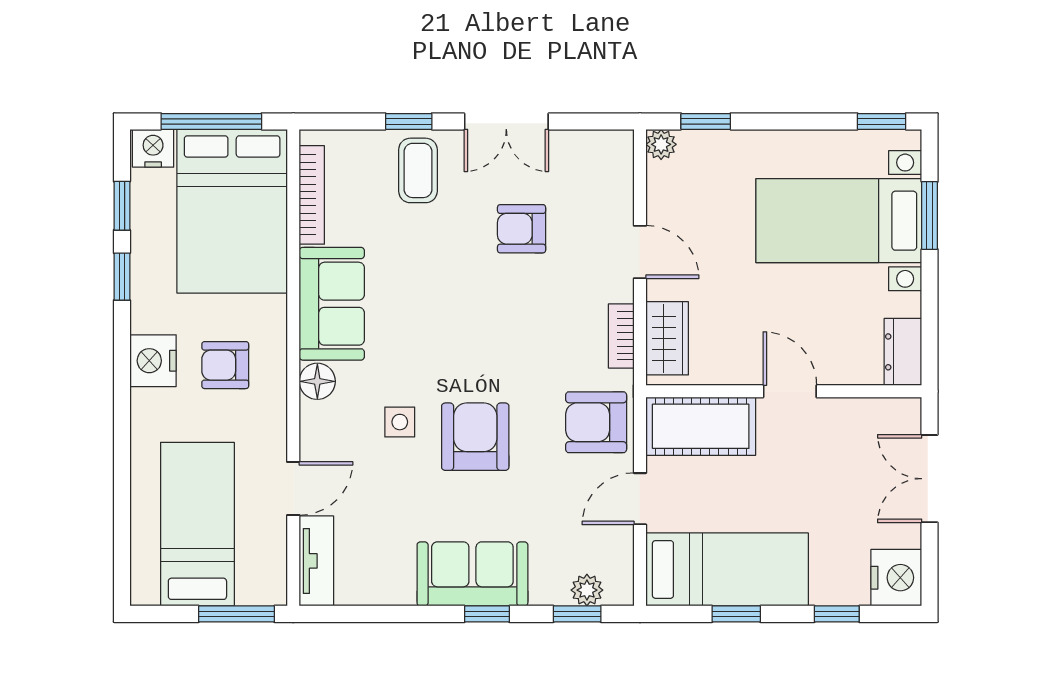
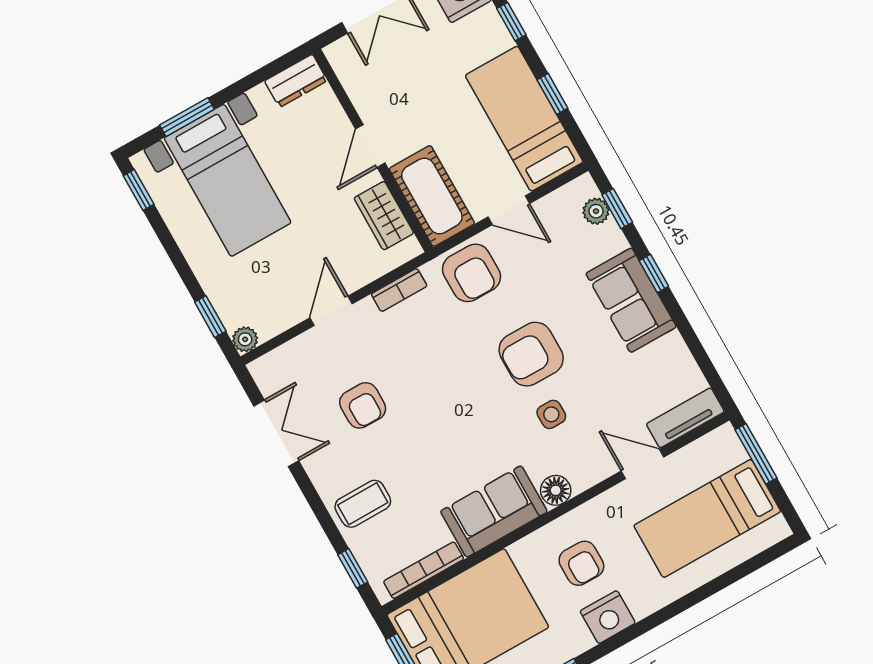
window: (409, 121) -> (353, 568), moved
double door: (506, 121) -> (276, 433), moved
wardrobe: (667, 338) -> (384, 216), moved, turned -90

